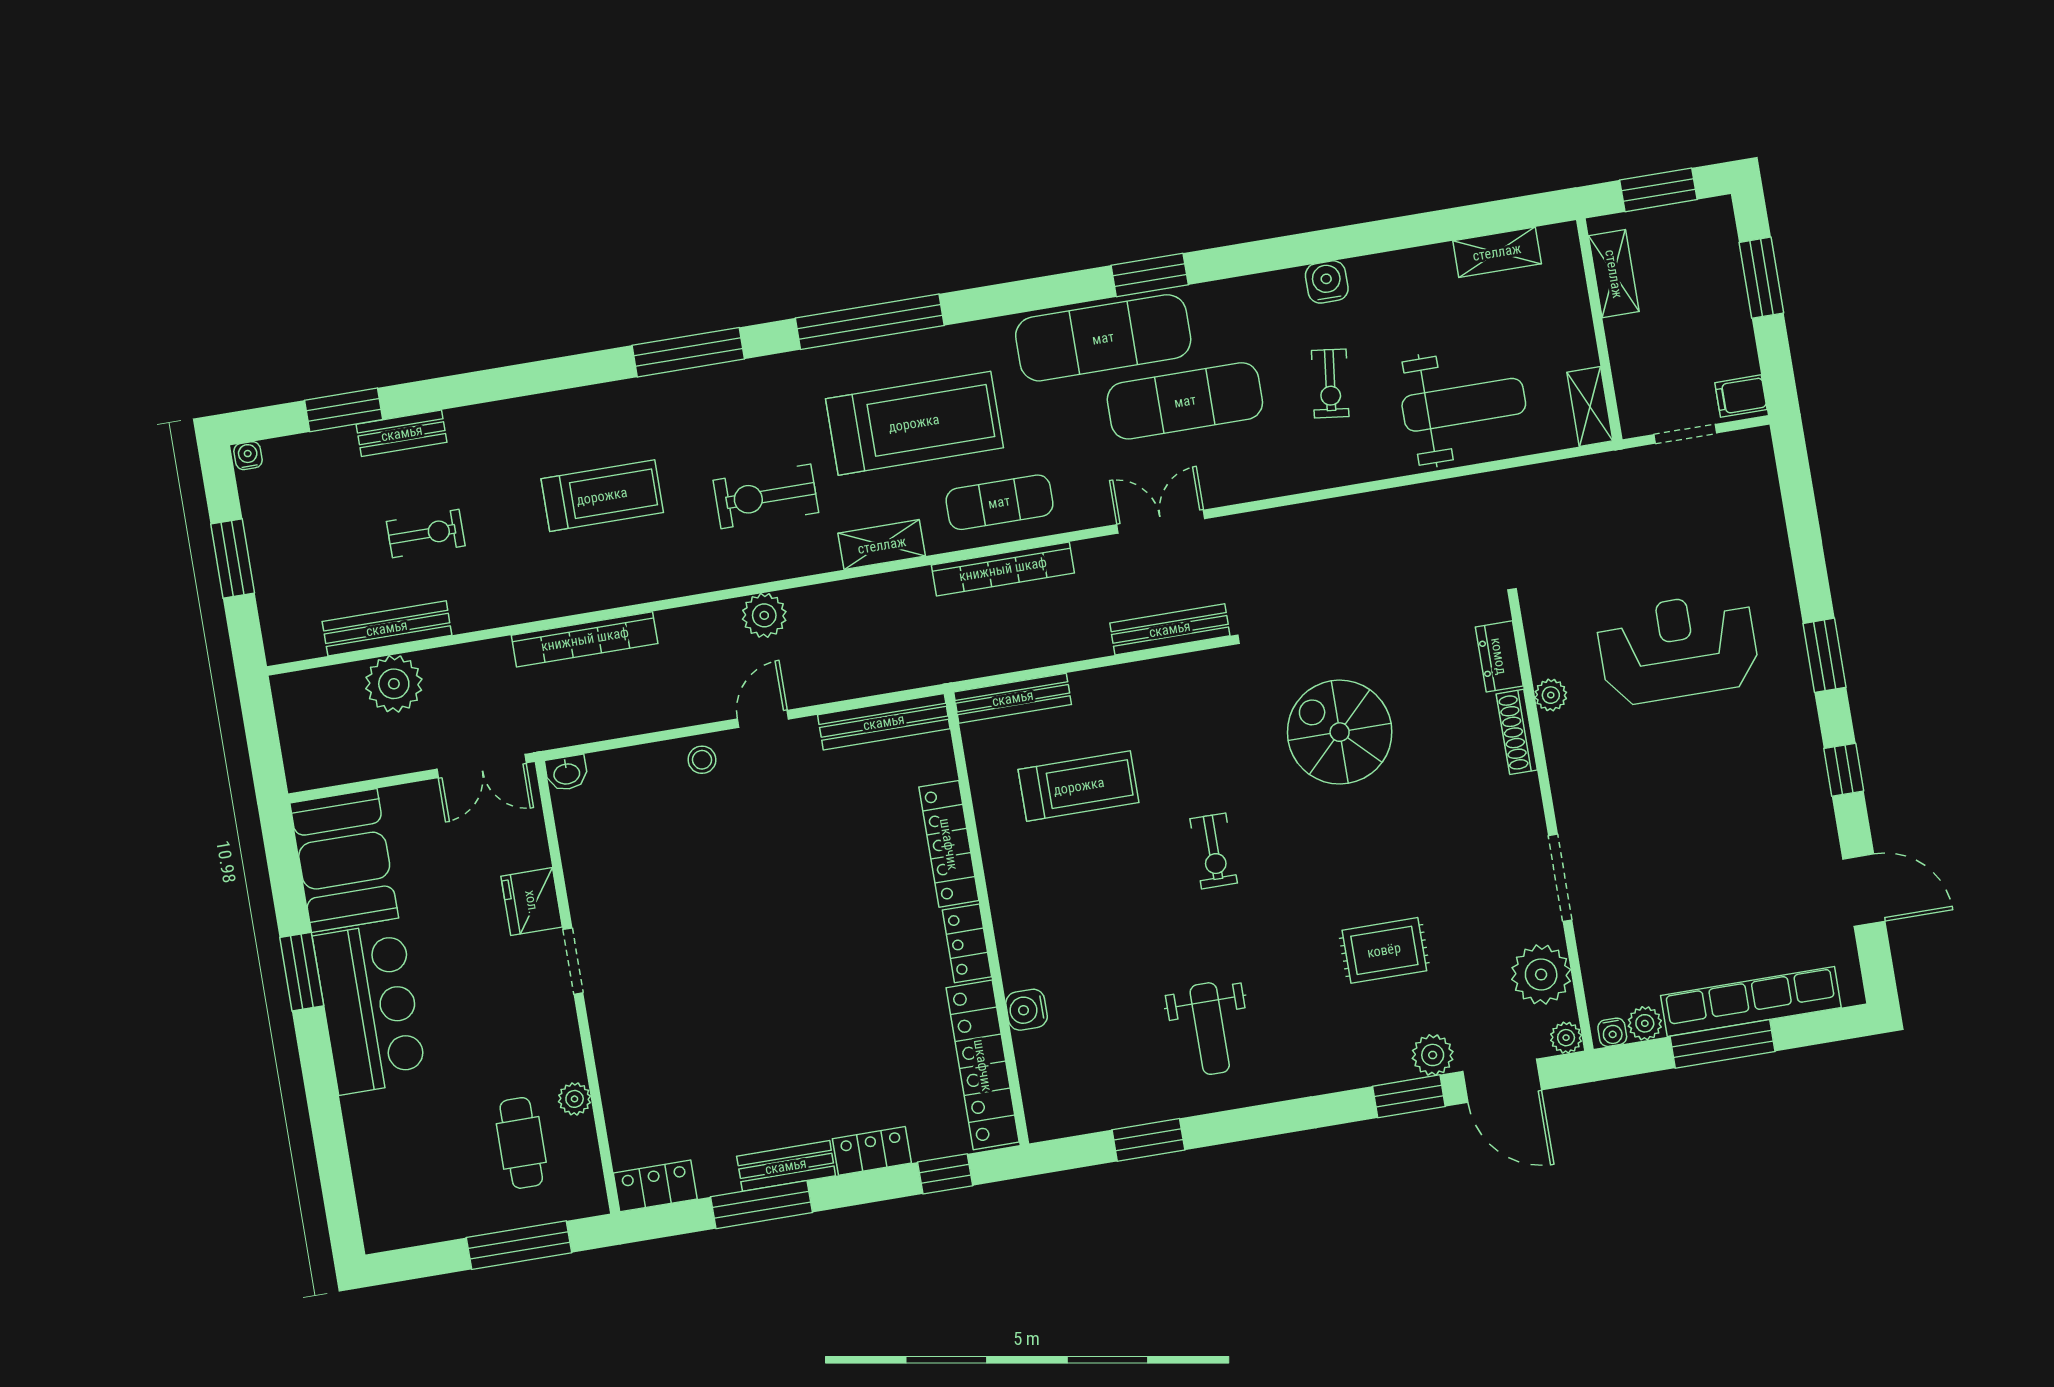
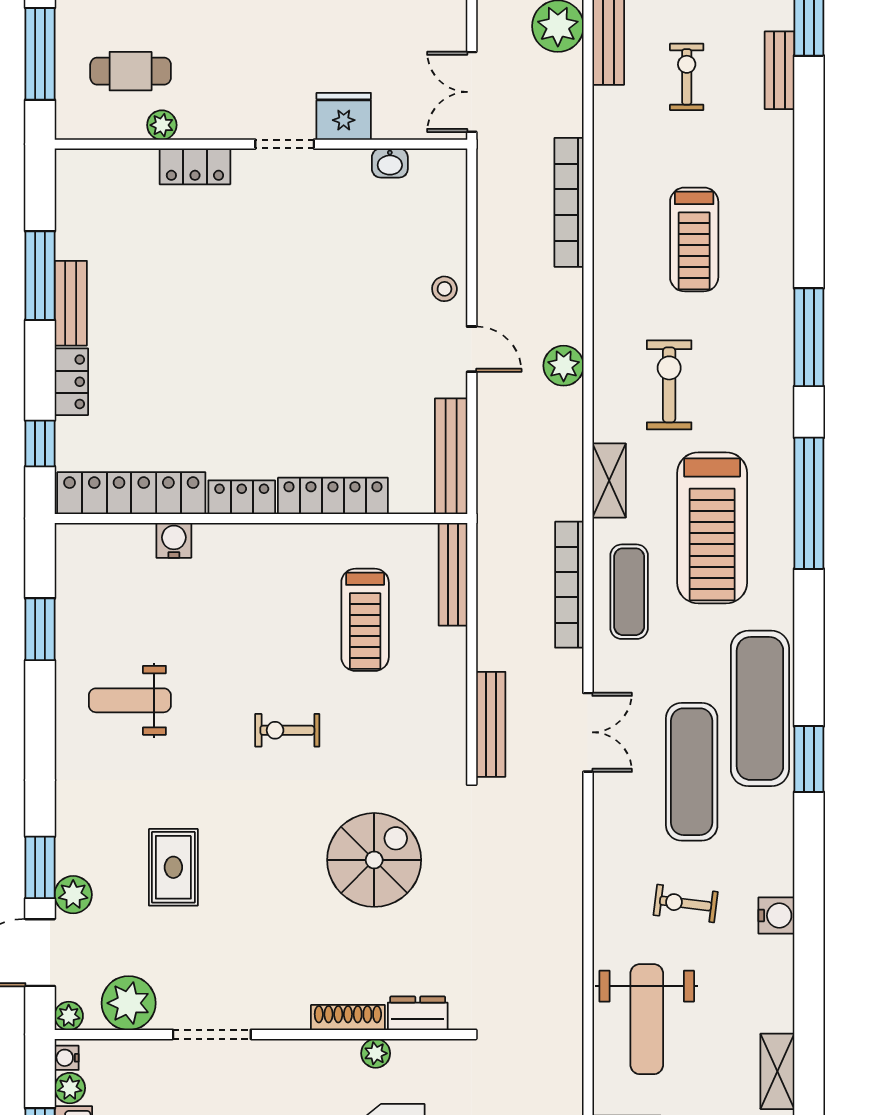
exercise bike: (426, 534) -> (687, 77), turned 180
washbasin: (567, 773) -> (390, 163), moved, turned -90
locker: (655, 1186) -> (195, 166), moved, turned 90

